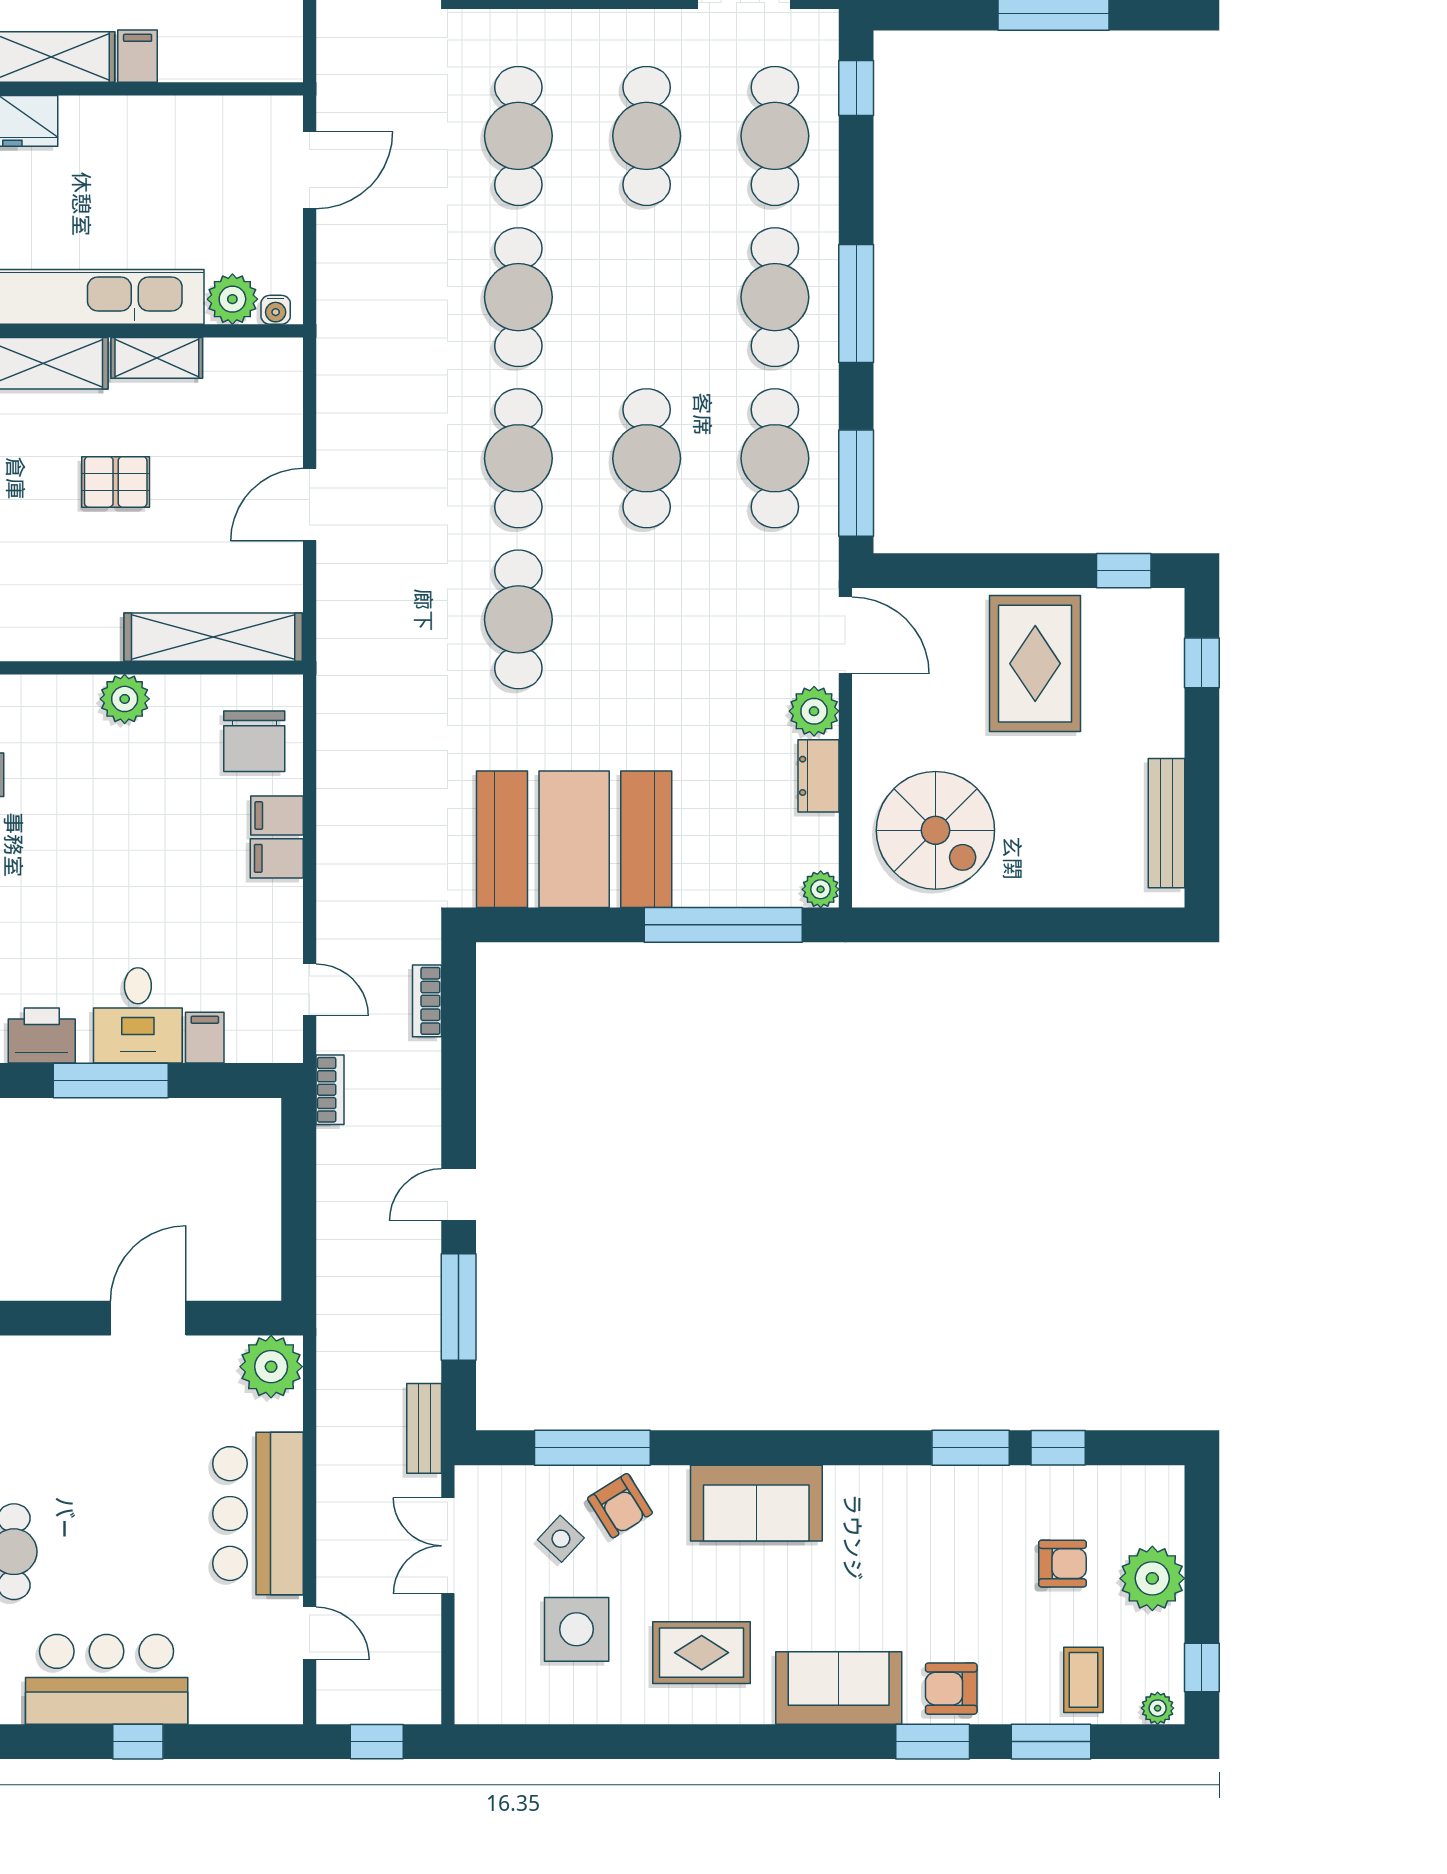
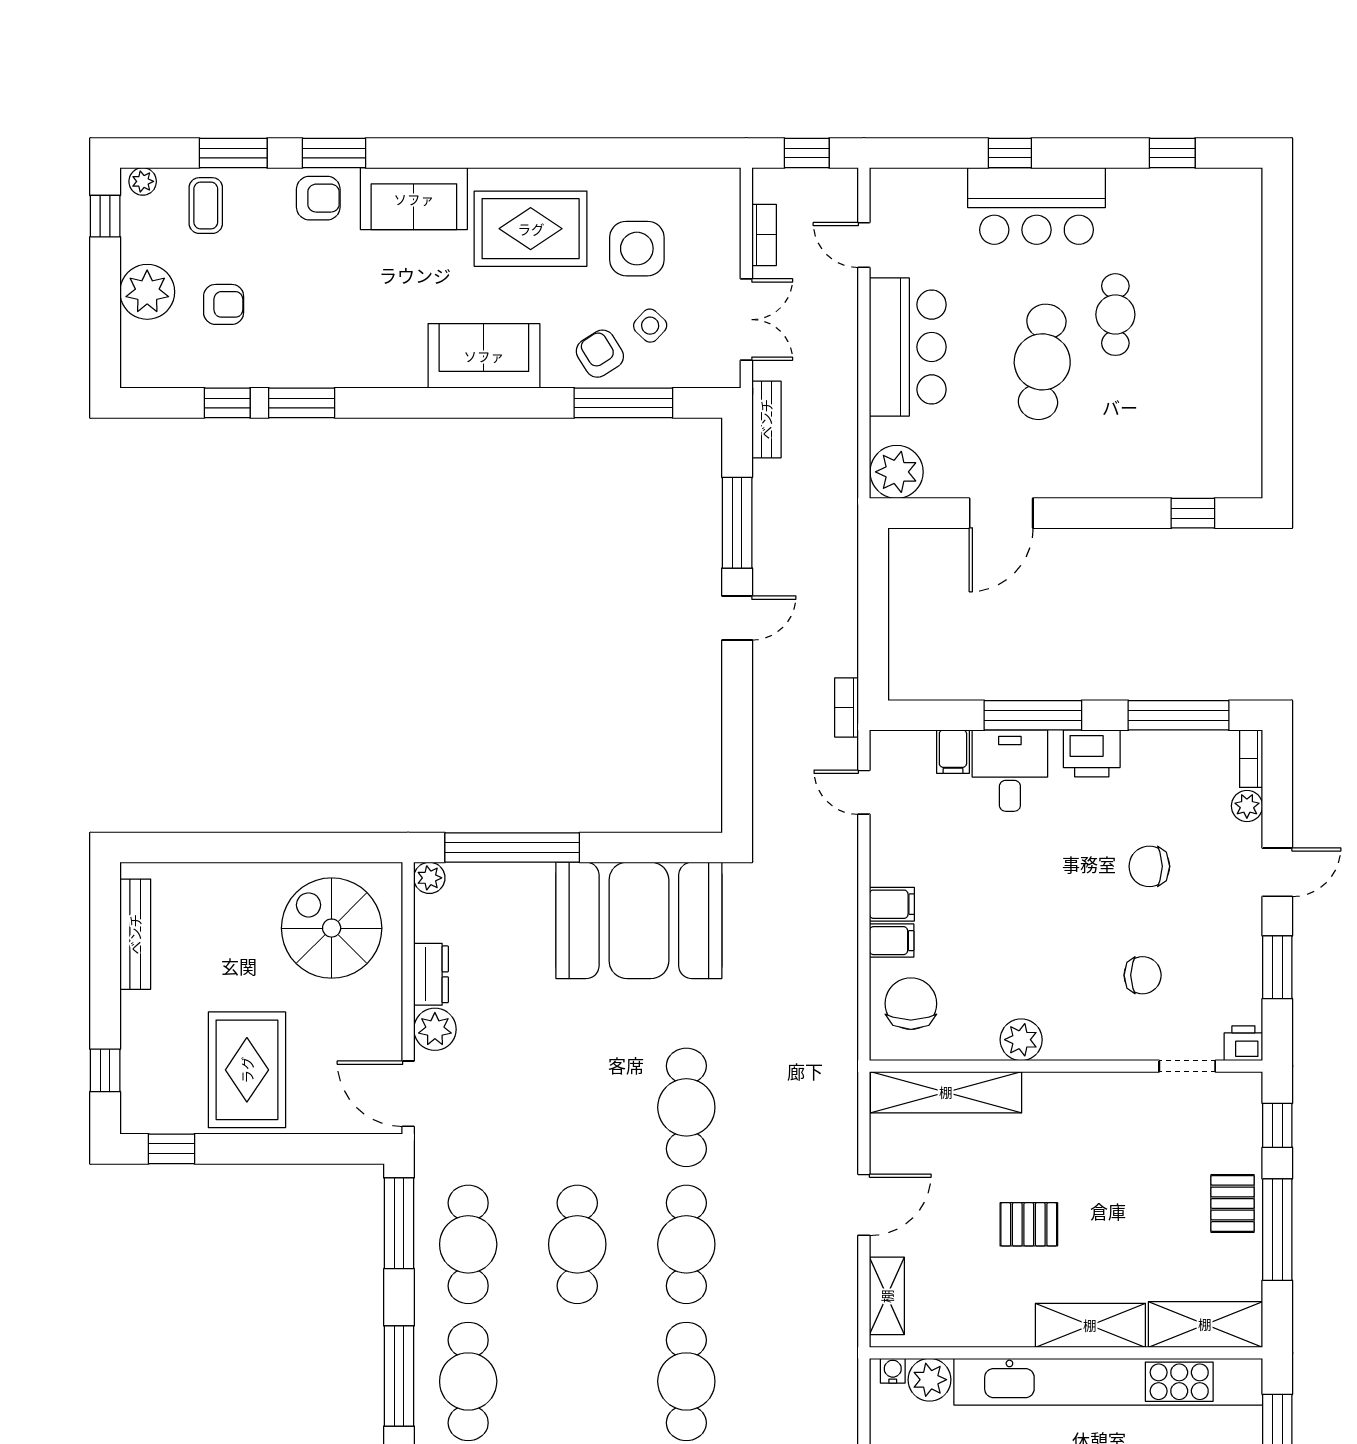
shelving: (157, 358) -> (887, 1296), moved, turned 90
bookcase: (427, 1001) -> (764, 235), moved
cafe table: (100, 1496) -> (1042, 362), added
armchair: (1062, 1564) -> (224, 304), turned 180
rug: (702, 1653) -> (531, 229), width x1.36, depth x1.43

